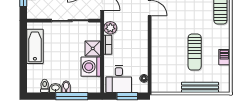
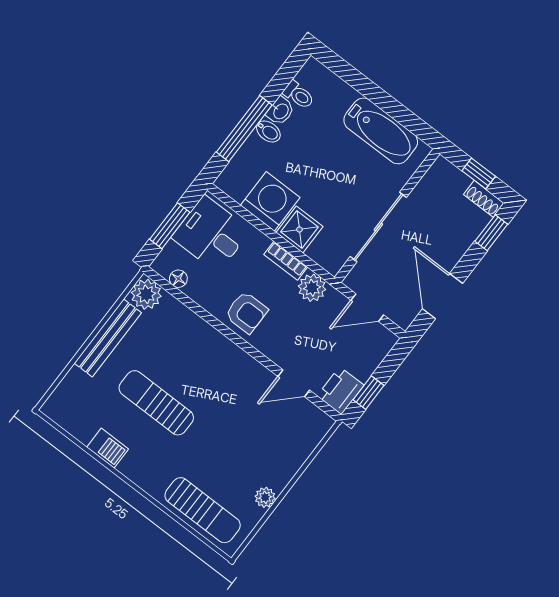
armchair: (137, 45) -> (246, 312), added
plant: (158, 86) -> (146, 294), added
bench: (200, 87) -> (108, 338), moved

